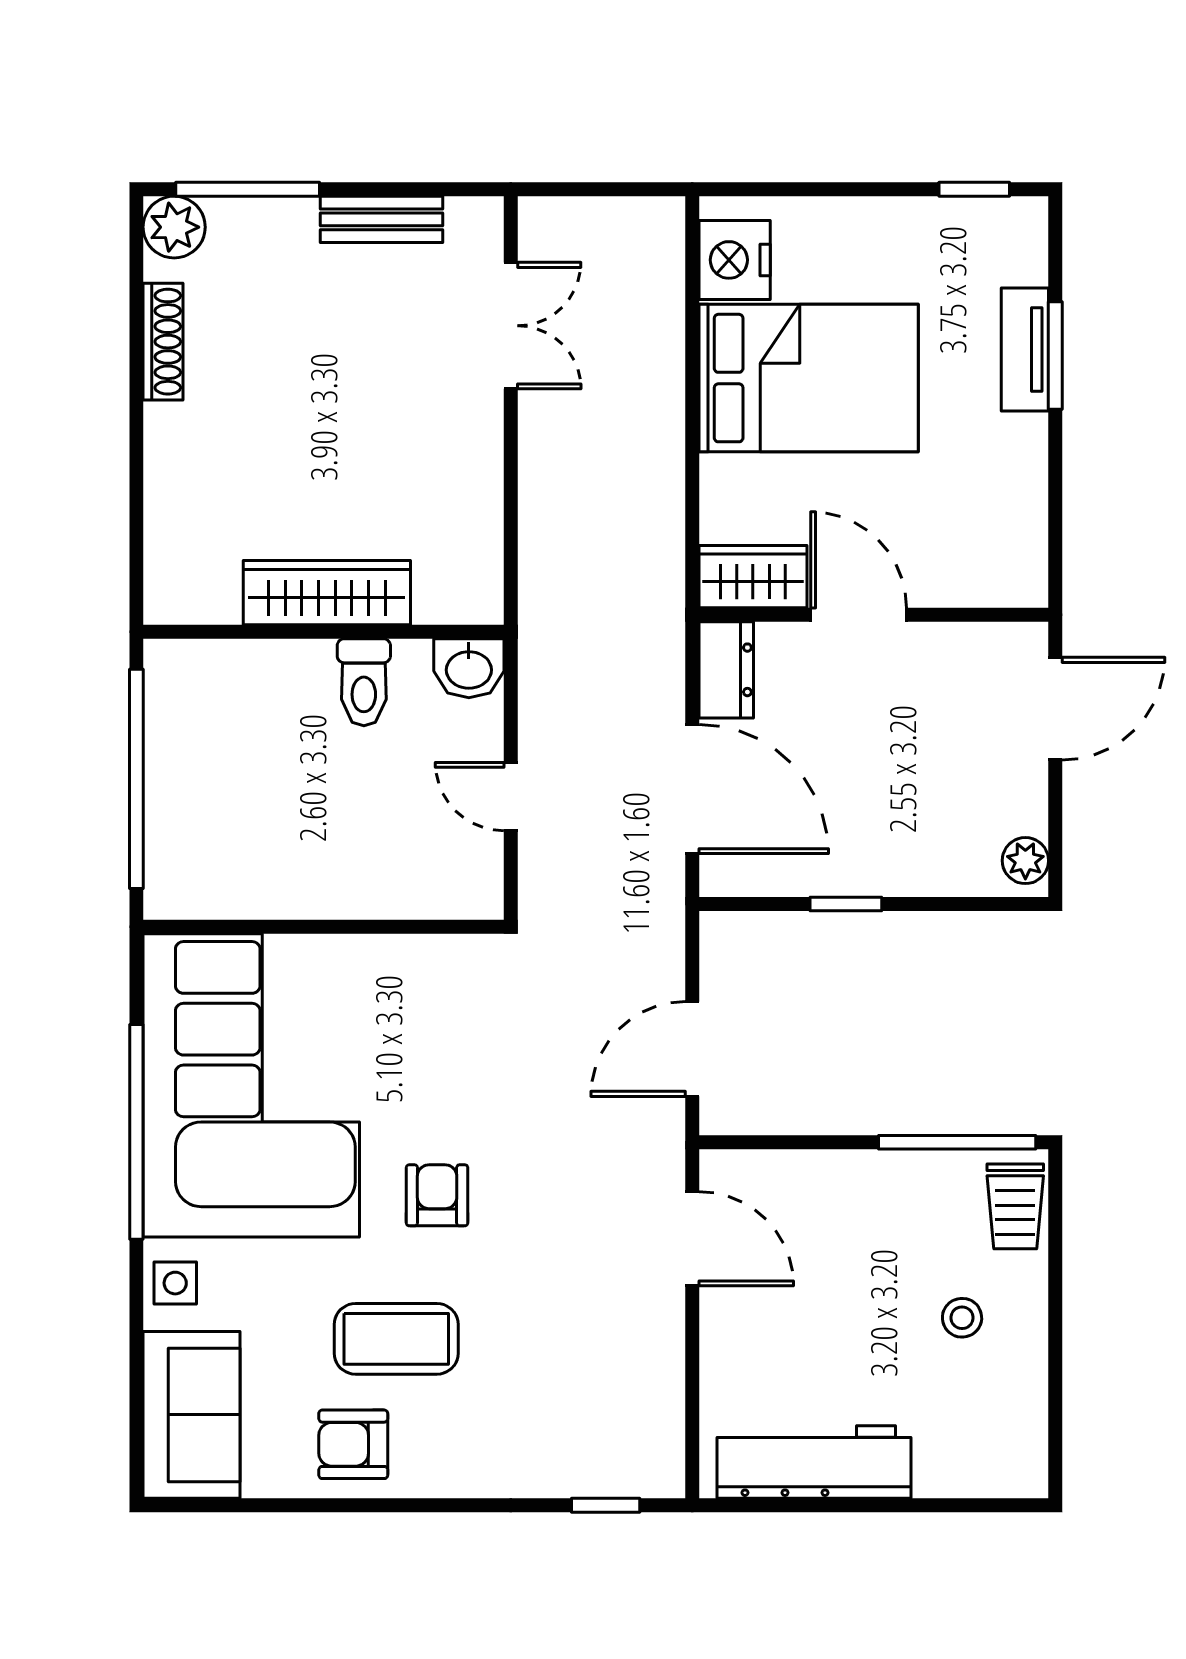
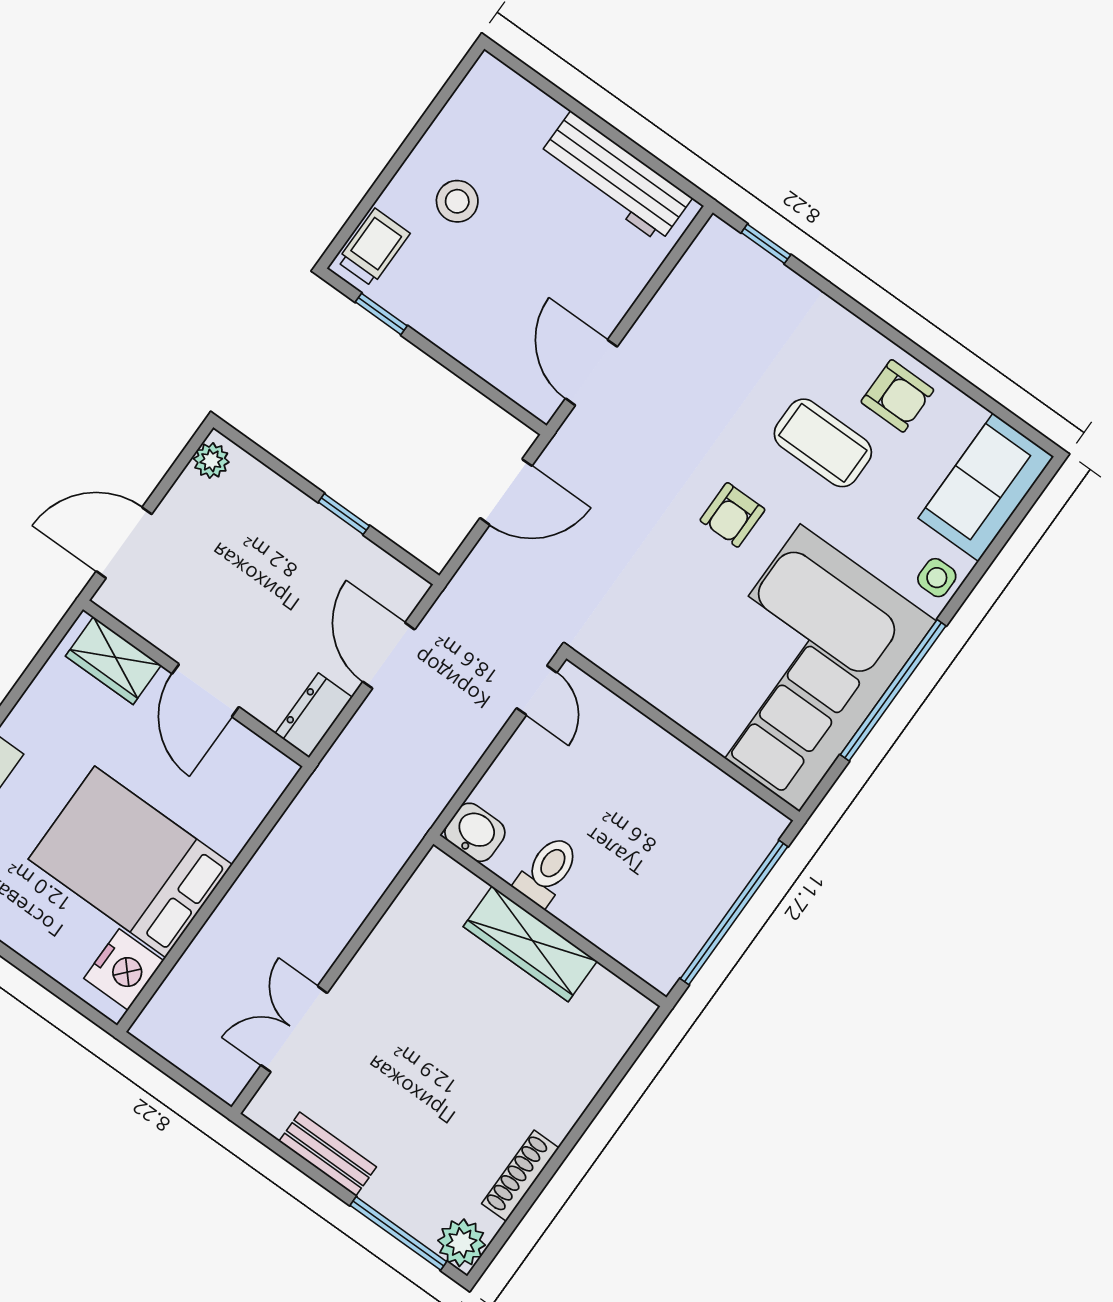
wardrobe: (753, 577) -> (113, 661), moved
door: (692, 789) -> (389, 656), width x0.73
door: (511, 797) -> (537, 690), moved
window: (957, 1142) -> (381, 314), width x0.46
stool: (962, 1318) -> (457, 201), width x1.37, depth x1.37

